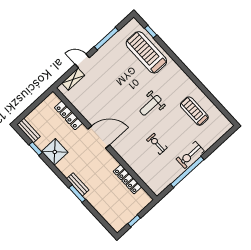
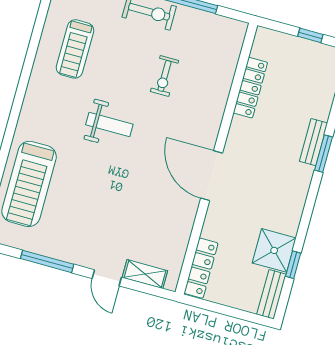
locker: (69, 115) -> (201, 268), moved
shower: (55, 152) -> (274, 250), moved
bench: (78, 184) -> (314, 142), moved

